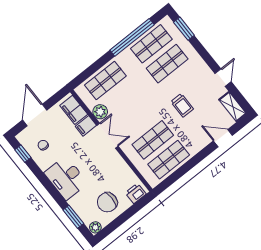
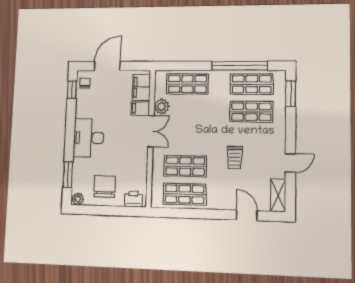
chair: (43, 145) -> (85, 83), moved
chair: (107, 202) -> (105, 186), turned 90

